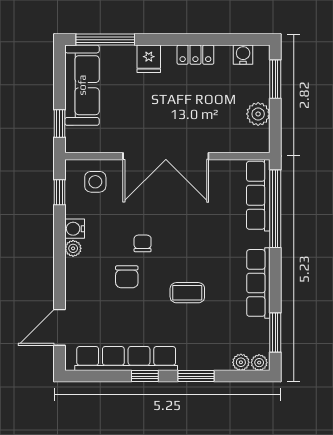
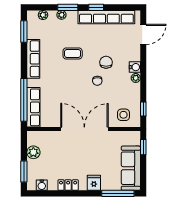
water cooler: (75, 229) -> (135, 67), moved
plant: (259, 363) -> (61, 15), moved

